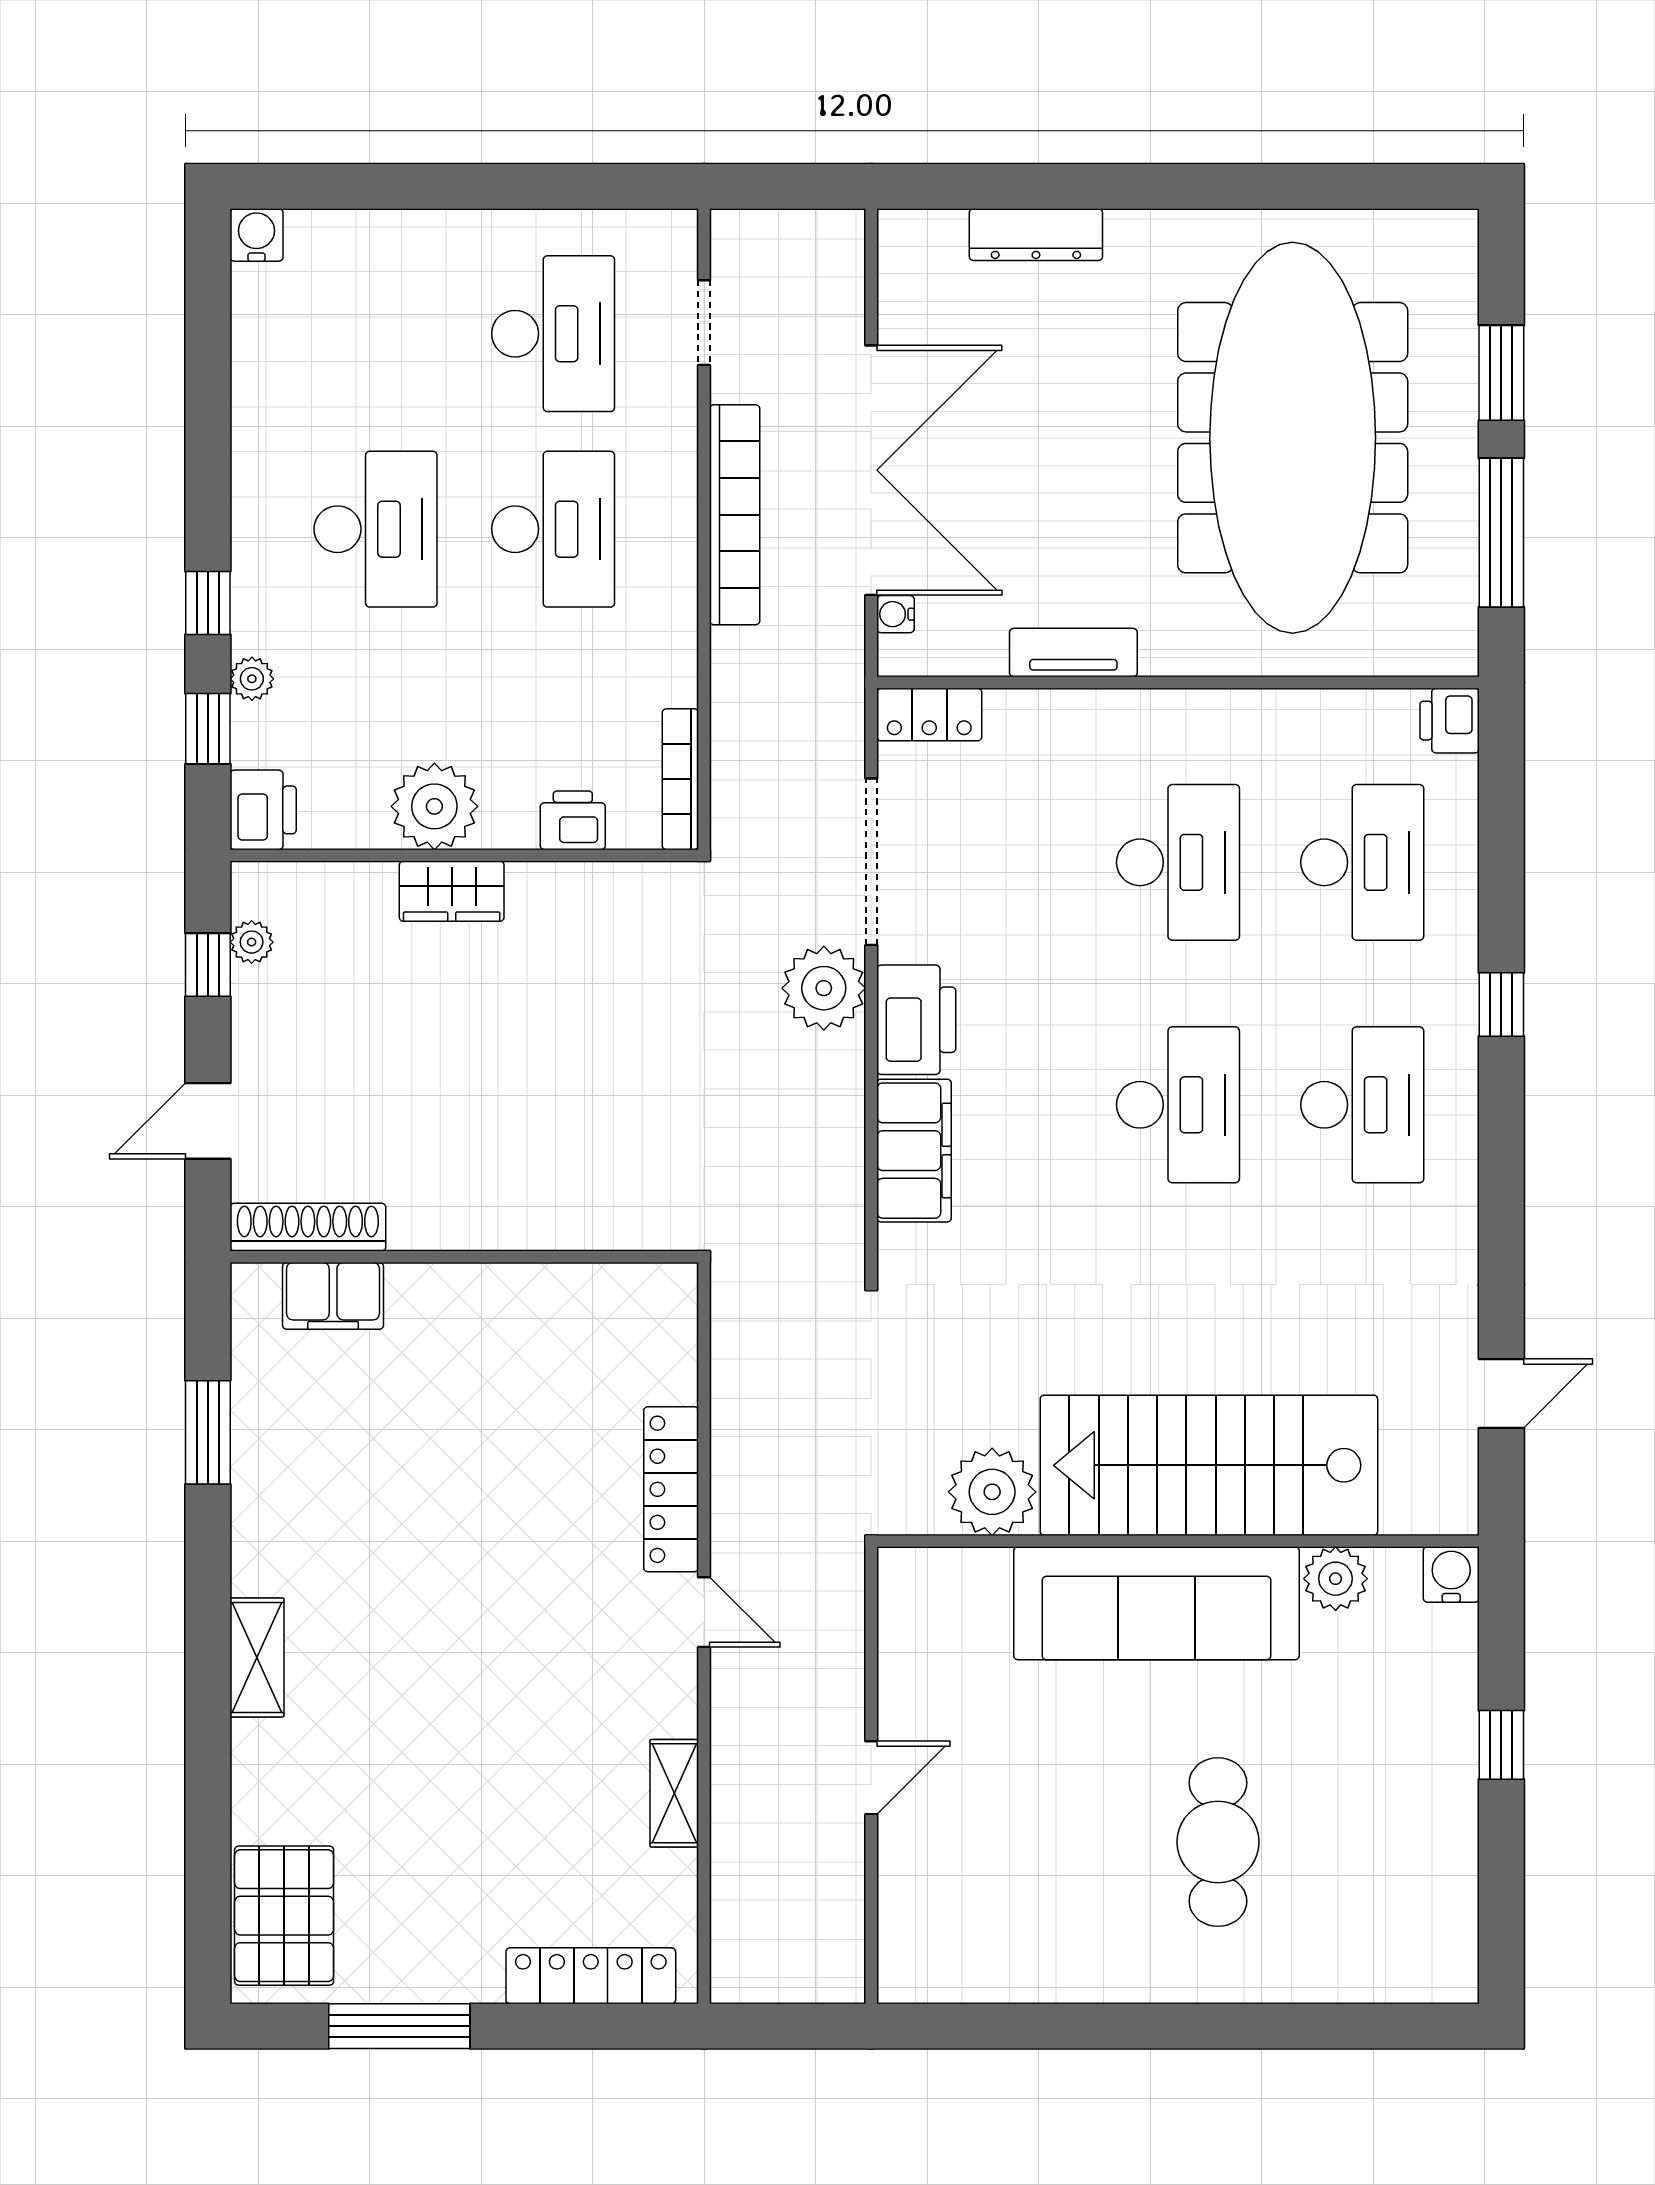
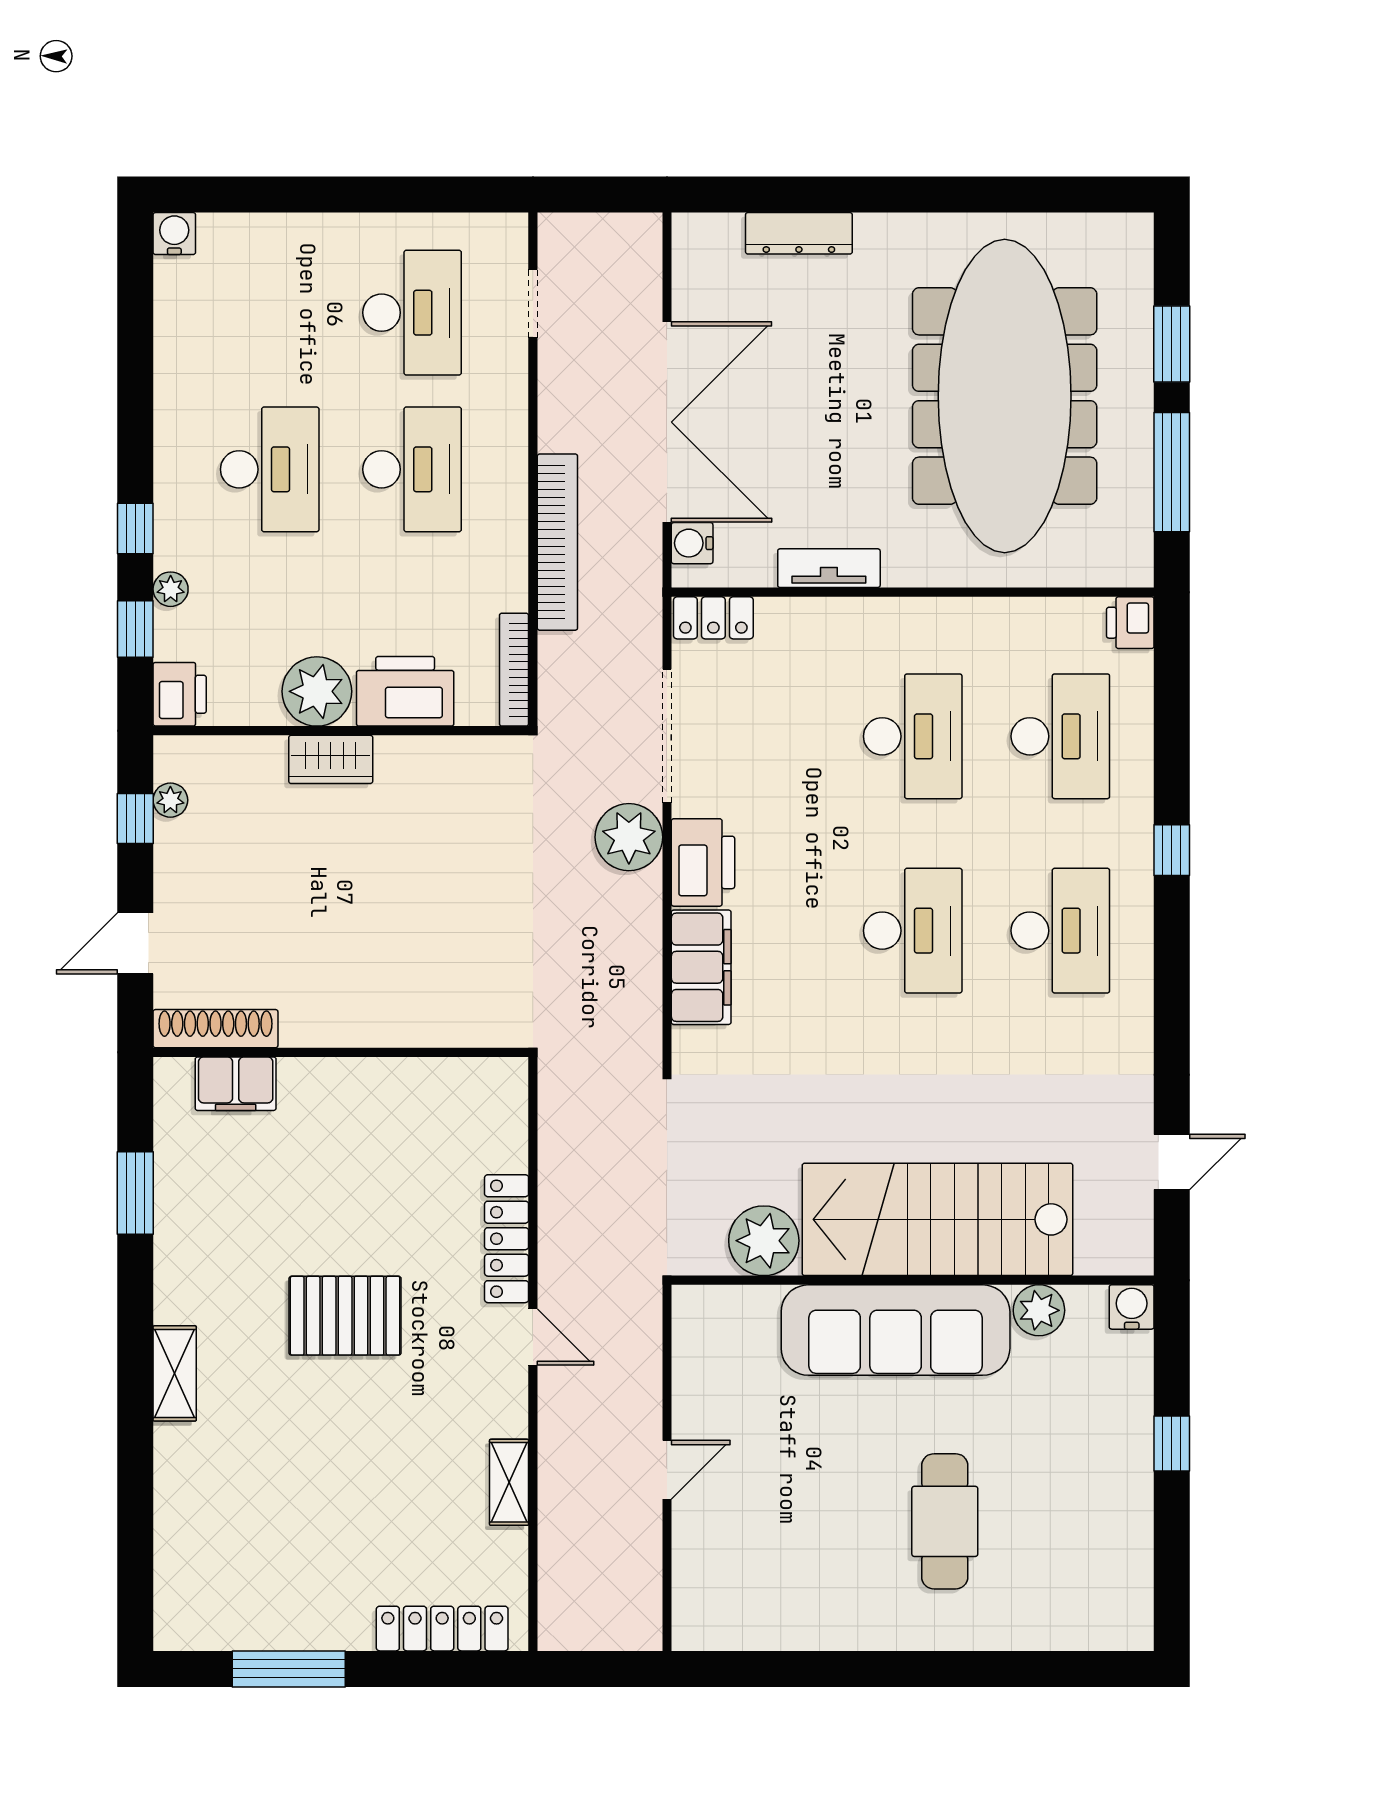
bookcase: (735, 515) -> (557, 542), moved
water cooler: (896, 614) -> (692, 543), width x1.38, depth x1.38
printer: (573, 820) -> (405, 691), width x1.87, depth x1.48
pallet: (284, 1916) -> (345, 1316), moved, turned 90

